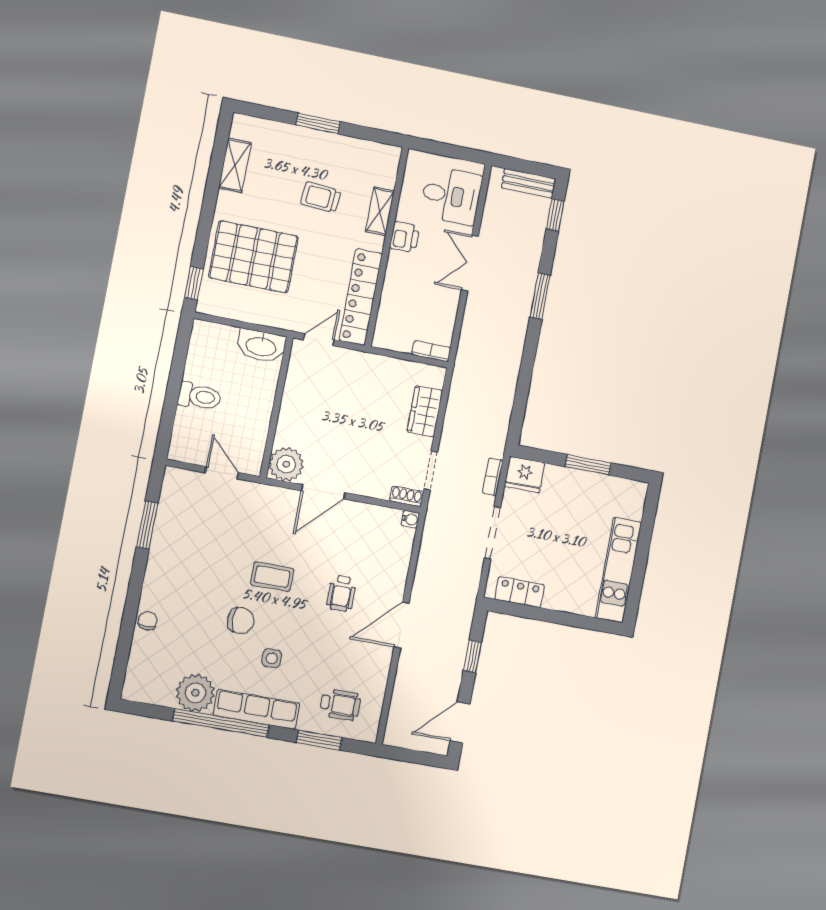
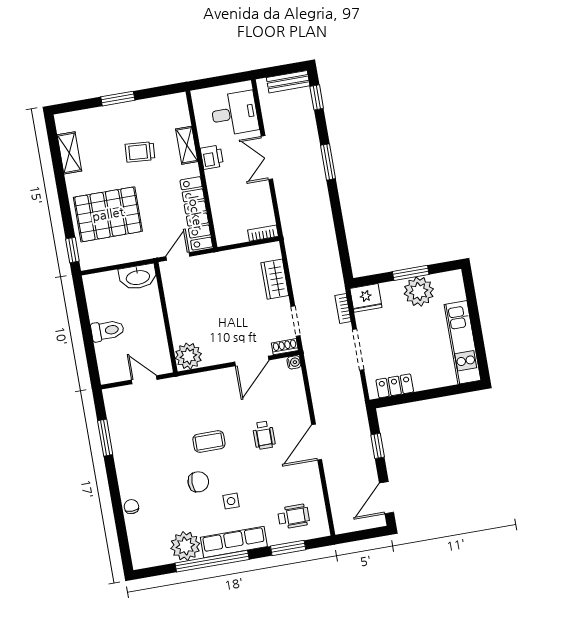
plant: (589, 490) -> (419, 292), added
door: (323, 492) -> (252, 361), moved

